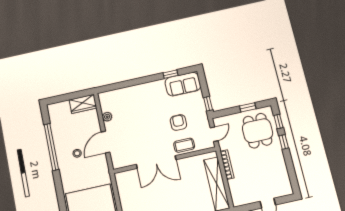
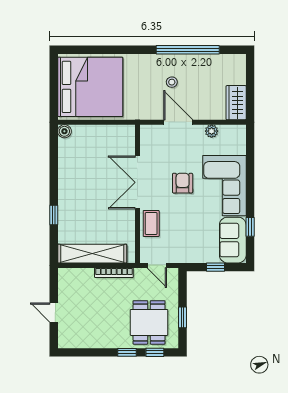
corner sofa: (145, 99) -> (225, 186), added
window: (208, 104) -> (215, 267), moved
armchair: (178, 123) -> (183, 183), moved, turned -90
dining table: (257, 131) -> (149, 322), turned 90

